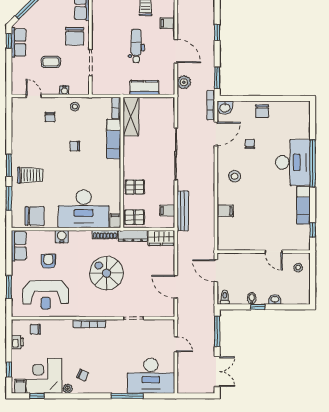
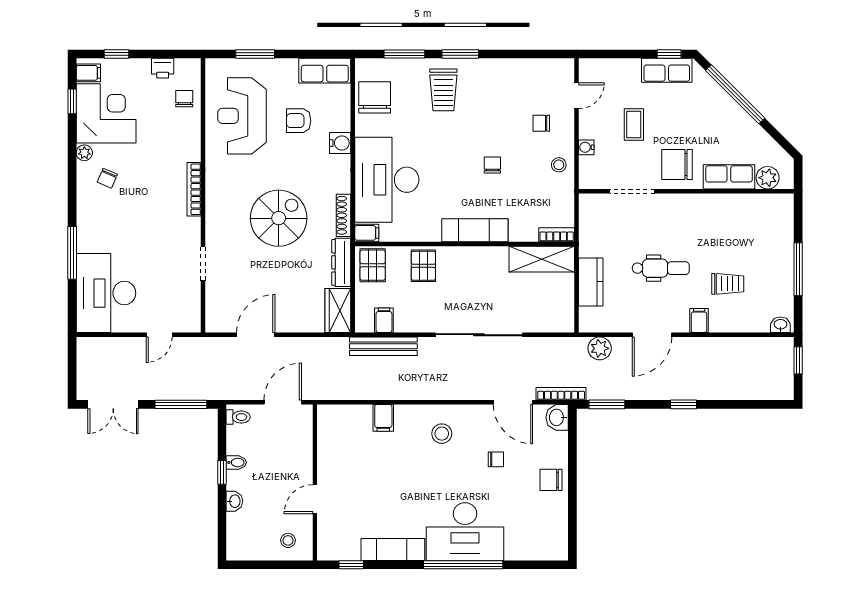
exam couch: (114, 139) -> (475, 230), moved
chair: (35, 216) -> (375, 97), turned 180
armchair: (48, 261) -> (299, 121), turned 180

